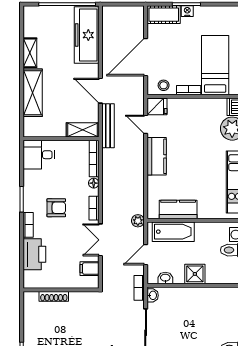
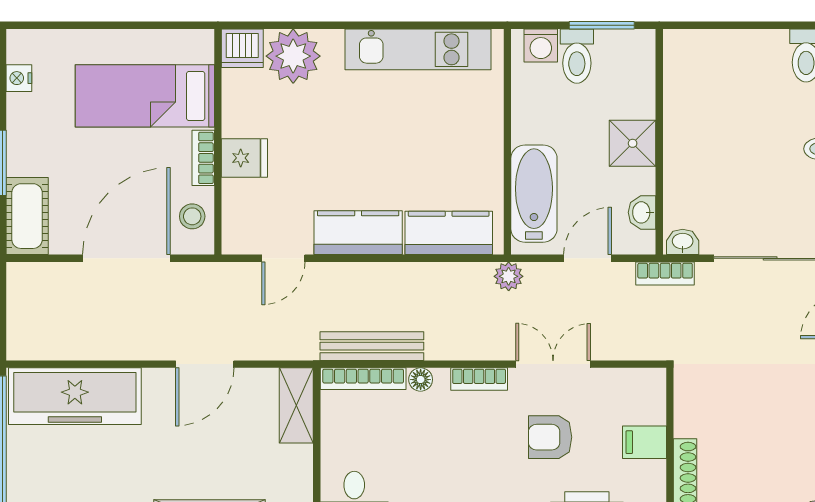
nightstand: (187, 11) -> (19, 78), moved
door: (146, 57) -> (126, 258), swing flipped
fridge: (157, 107) -> (244, 158), moved, turned 90
bench: (108, 126) -> (372, 346), moved
armchair: (56, 208) -> (550, 437), moved, turned -90
kitchen counter: (178, 209) -> (449, 233), moved, turned 90
double door: (100, 240) -> (553, 364), swing flipped
door: (146, 255) -> (588, 258), swing flipped
filing cabinet: (89, 269) -> (645, 442), moved, turned 90

